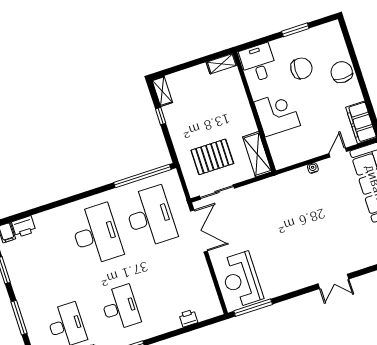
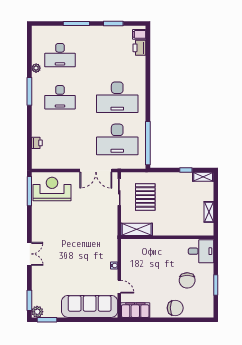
shelving: (222, 64) -> (209, 212), moved
corner desk: (277, 114) -> (161, 253), removed
double door: (333, 281) -> (29, 254), swing flipped

